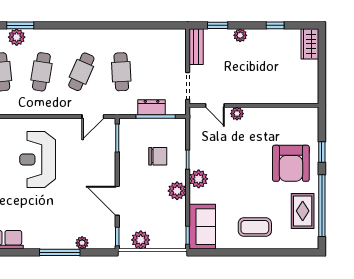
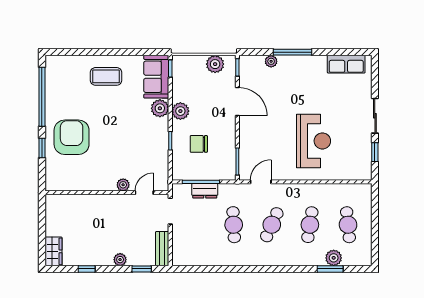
door: (215, 105) -> (144, 193), hinge flipped
plant: (199, 179) -> (160, 108), moved
rug: (303, 211) -> (60, 92), removed

